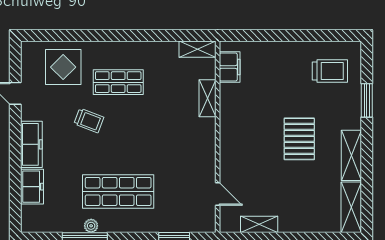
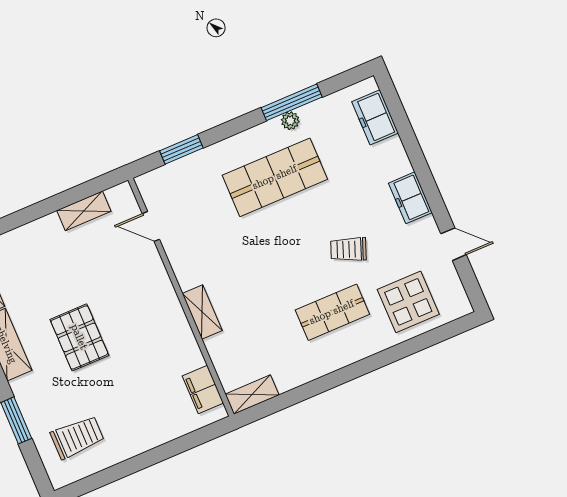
trolley: (330, 71) -> (77, 437), turned 180
shelving: (207, 98) -> (202, 312), moved
freezer: (31, 144) -> (410, 198), width x0.71
freezer: (32, 187) -> (375, 117), moved

